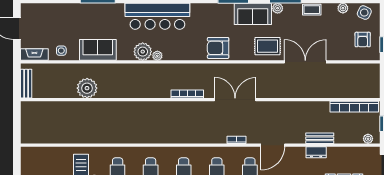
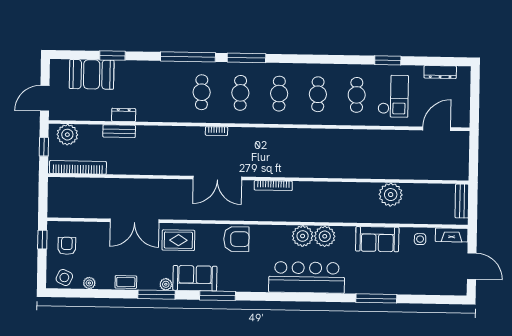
plant: (157, 56) -> (303, 236), width x1.87, depth x1.87
plant: (368, 139) -> (67, 135), width x1.87, depth x1.87
door: (273, 145) -> (437, 129), moved

